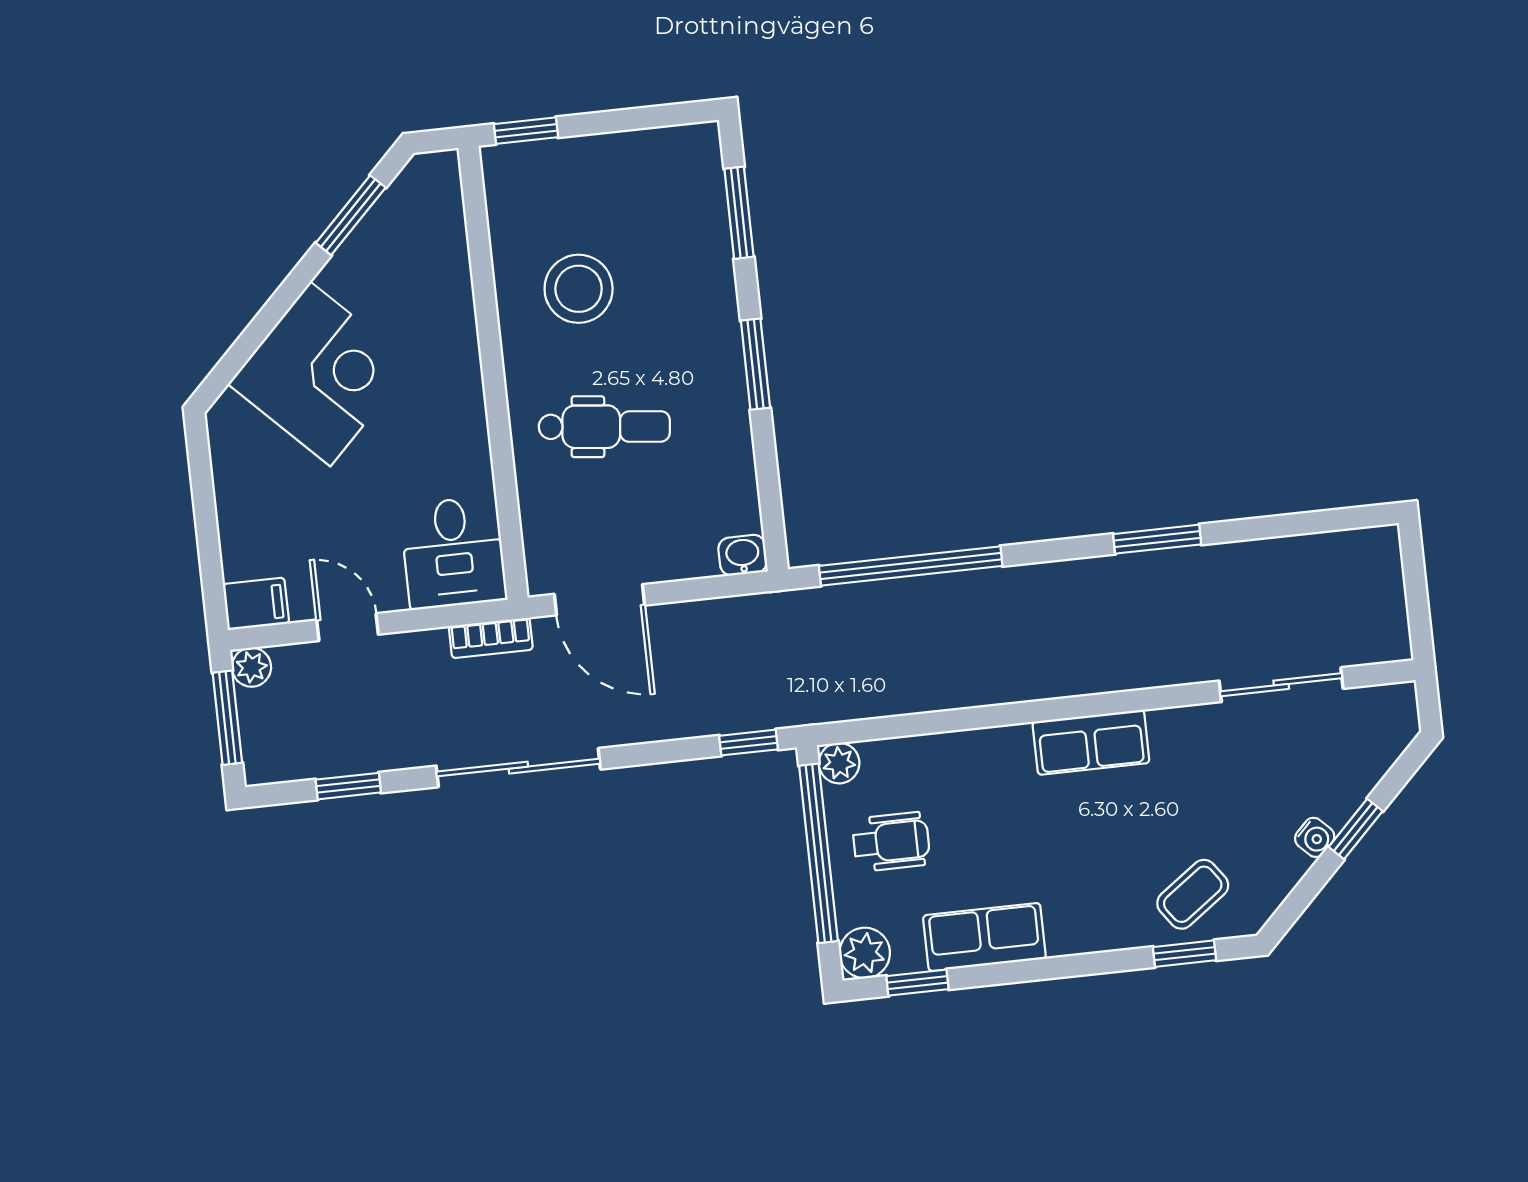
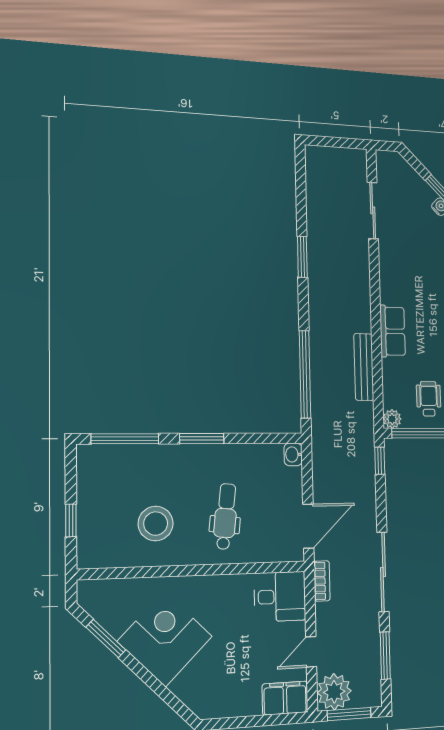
window: (526, 131) -> (71, 520), moved
window: (739, 213) -> (125, 439), width x1.44
corner desk: (320, 374) -> (165, 639), moved
filing cabinet: (256, 604) -> (285, 698), width x2.00
plant: (251, 667) -> (334, 692), width x1.87, depth x1.87
bench: (942, 692) -> (364, 367), added
row of seats: (1091, 742) -> (392, 331), moved
window: (348, 786) -> (385, 656), width x1.50

